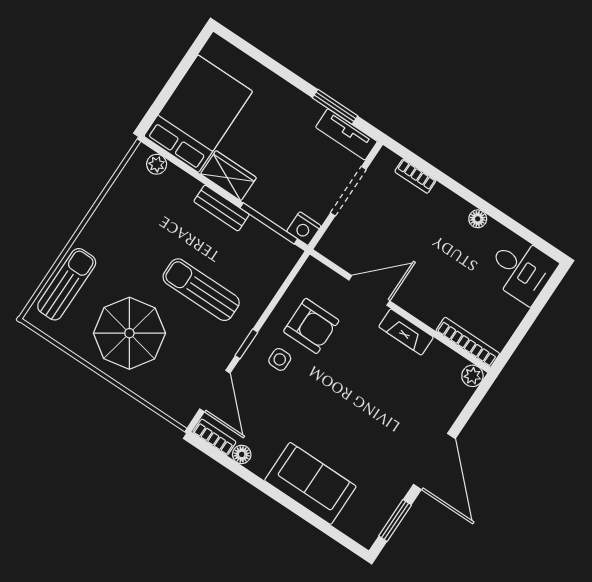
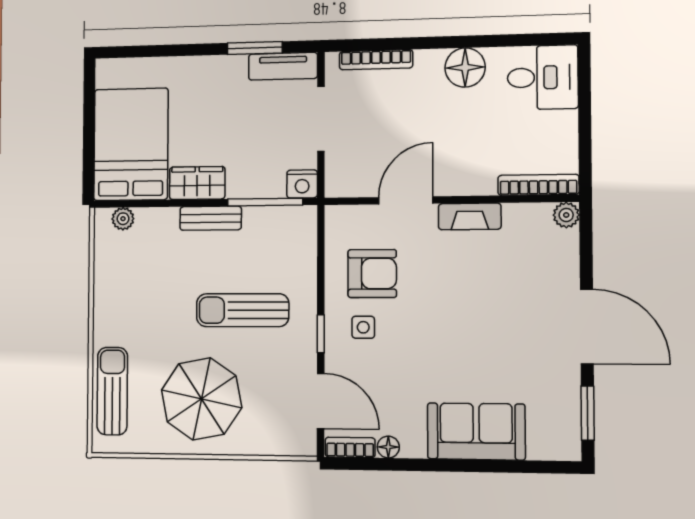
bookcase: (415, 176) -> (376, 60), width x1.56
floor lamp: (478, 219) -> (465, 67), width x1.89, depth x1.89

